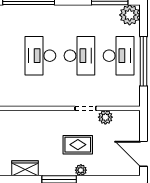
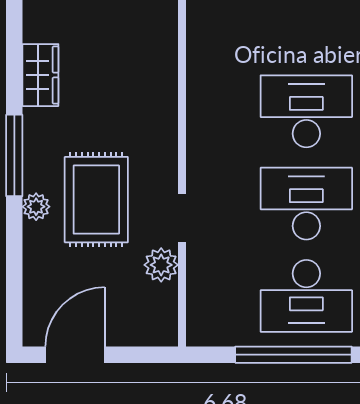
desk: (79, 56) -> (306, 204), turned 180
rug: (78, 145) -> (96, 200), width x1.36, depth x1.43

